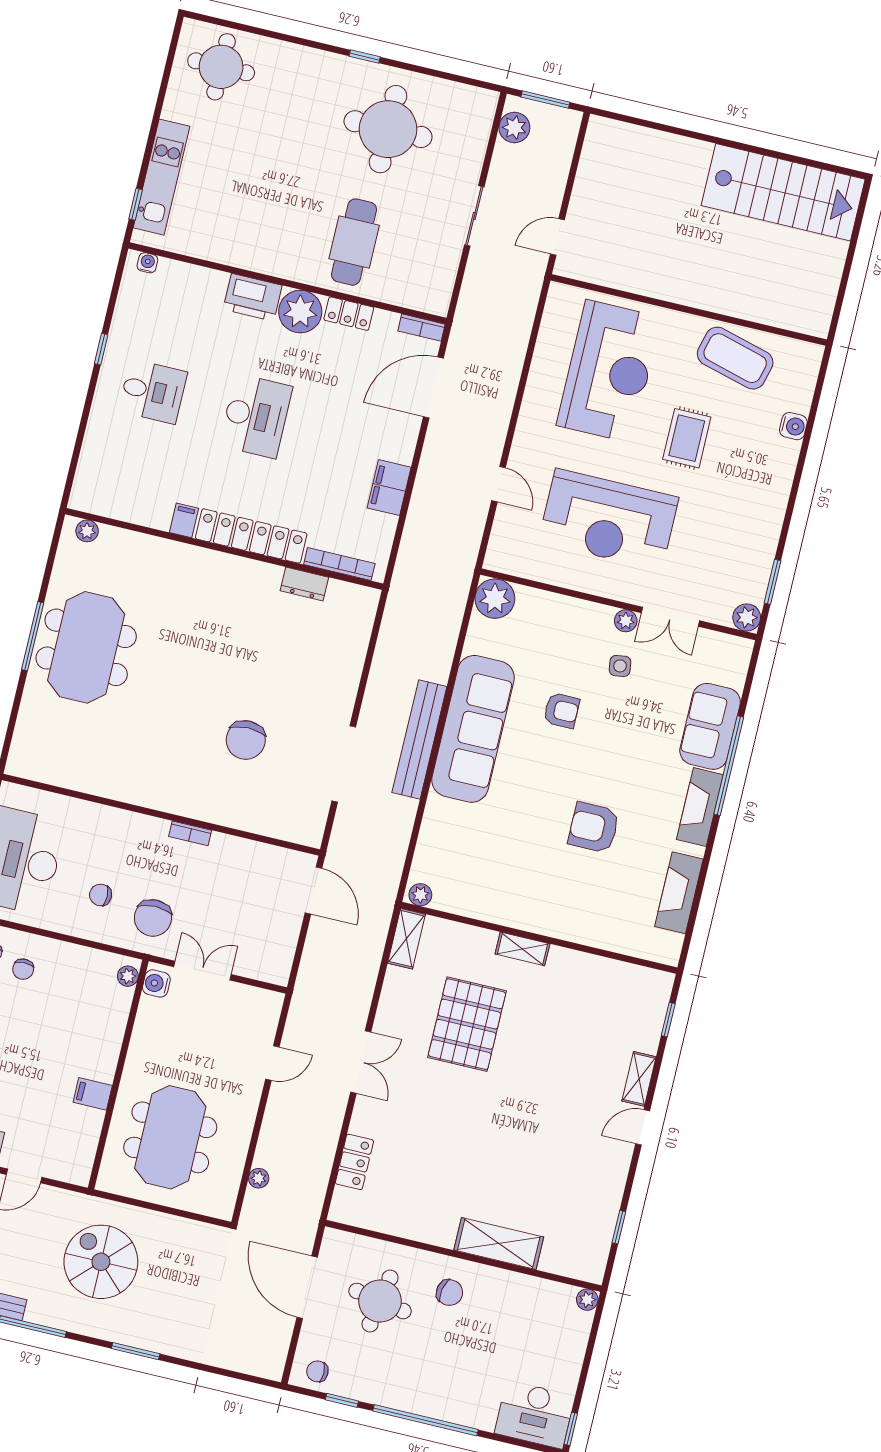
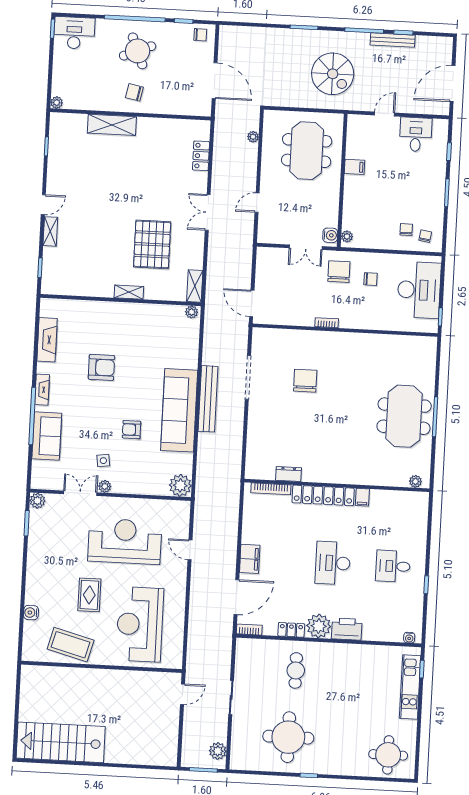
cafe table: (354, 242) -> (296, 670), width x0.73, depth x0.74
filing cabinet: (389, 488) -> (250, 559), moved
fireplace: (700, 807) -> (42, 390), width x0.73, depth x0.76
round table: (380, 1301) -> (138, 51), moved, turned -32

